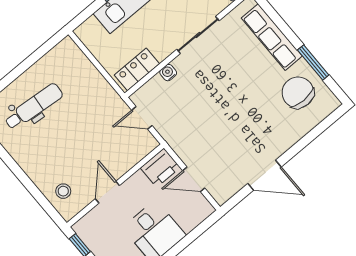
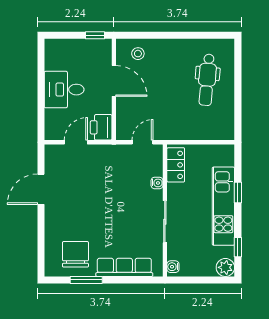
chair: (298, 93) -> (75, 254), turned -90
door: (107, 192) -> (114, 81), width x1.38

